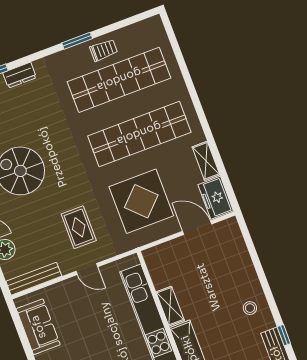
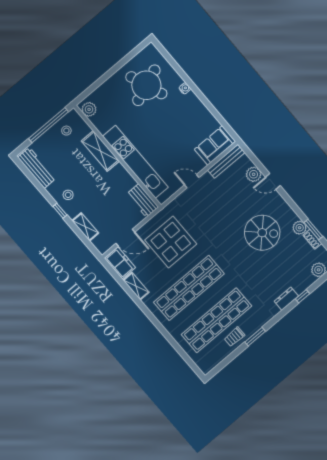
rug: (79, 227) -> (208, 208), removed
workbench: (158, 267) -> (143, 201), added
shelving: (170, 306) -> (85, 227), moved
sofa: (38, 327) -> (215, 145), moved, turned 90
window: (284, 335) -> (60, 211), moved

